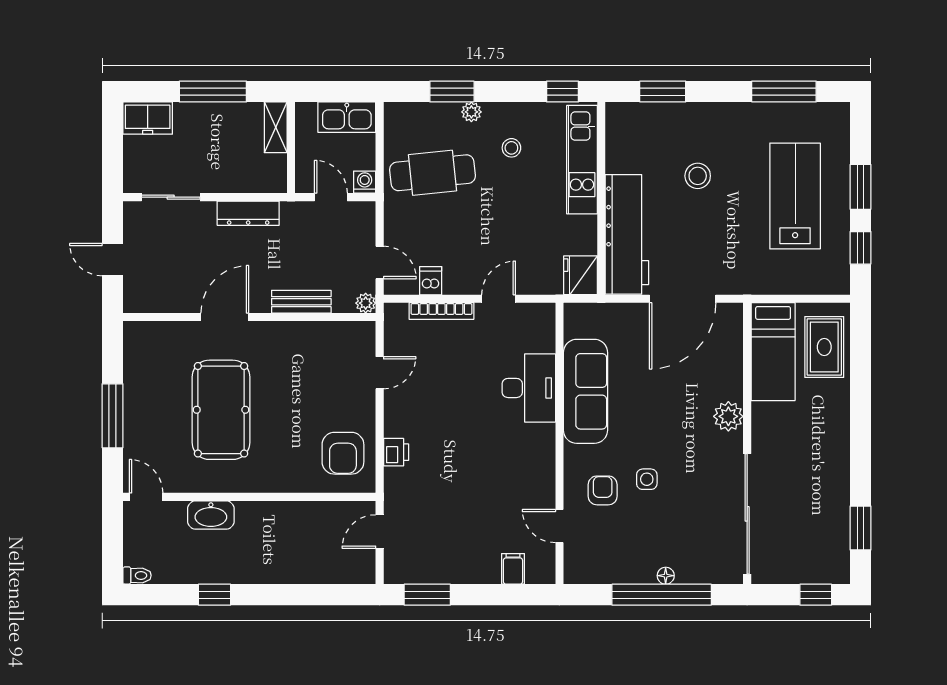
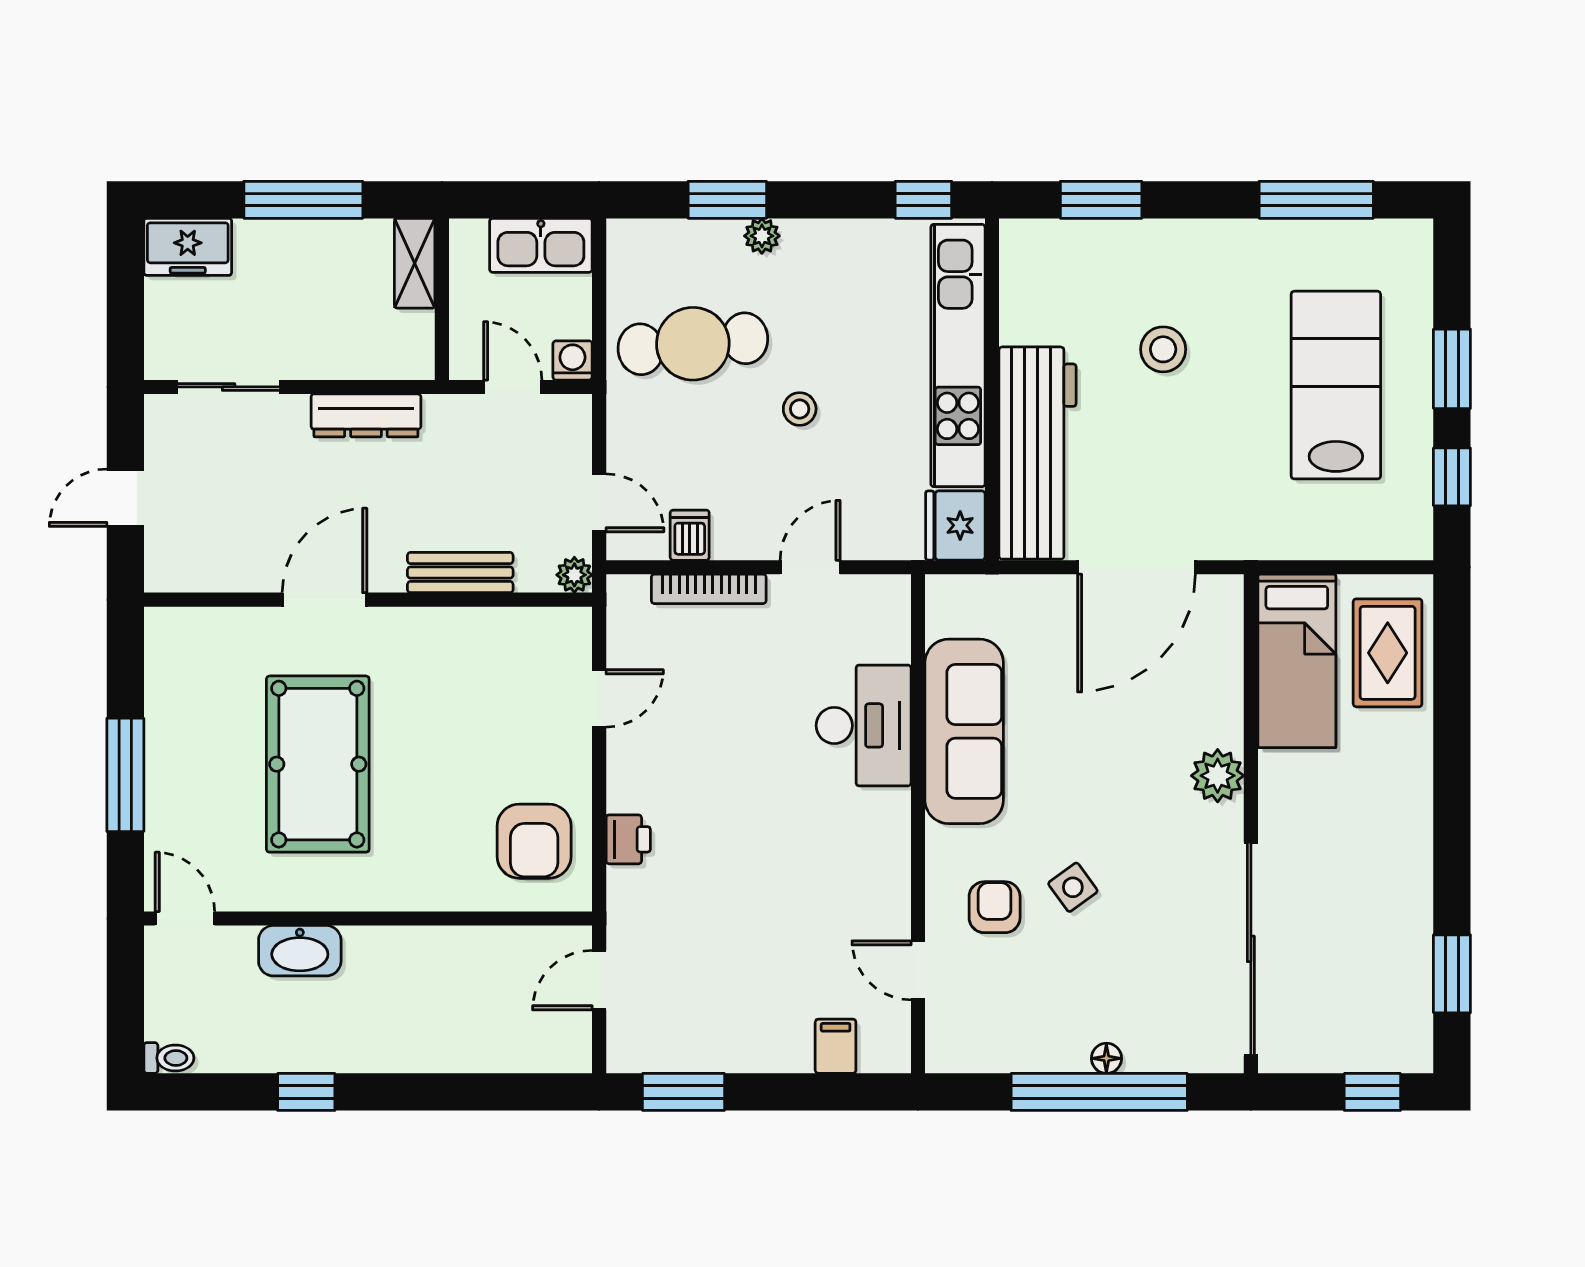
stool: (511, 148) -> (800, 409), moved
kitchen unit: (582, 160) -> (958, 356), width x1.36
door: (112, 260) -> (125, 498), hinge flipped
side table: (647, 479) -> (1073, 887), turned -36

